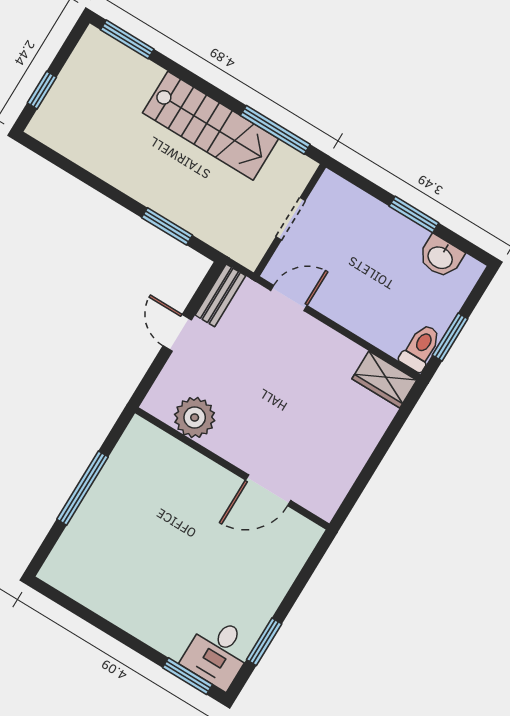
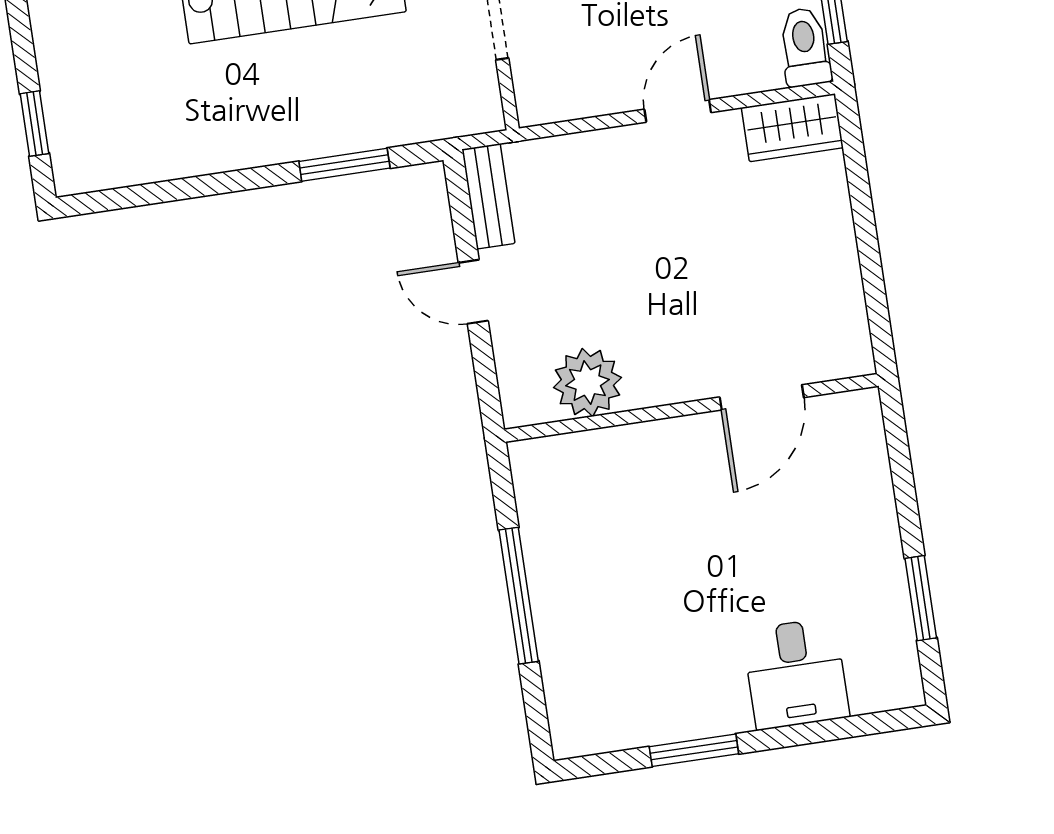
door: (289, 298) -> (678, 111), moved
desk: (218, 653) -> (796, 674), moved
window: (188, 676) -> (694, 750), moved

